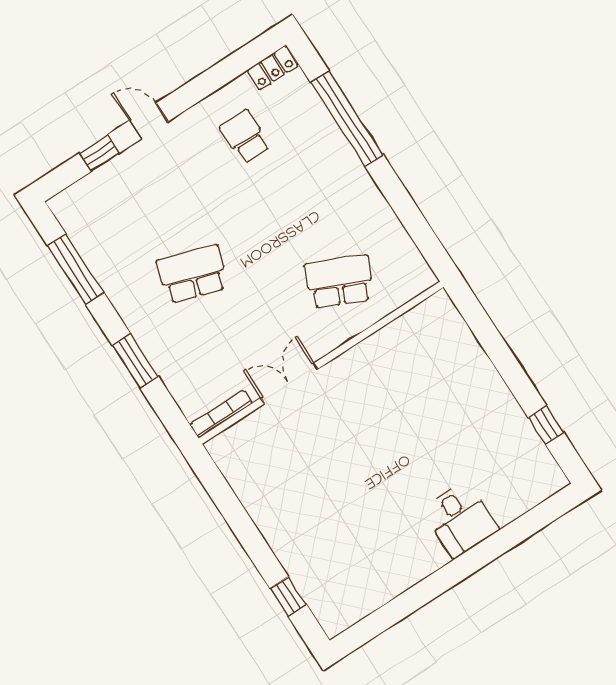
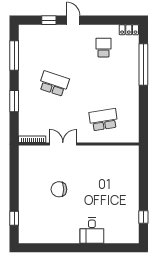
school desk: (339, 282) -> (103, 120), turned -33
chair: (340, 480) -> (59, 189), added

